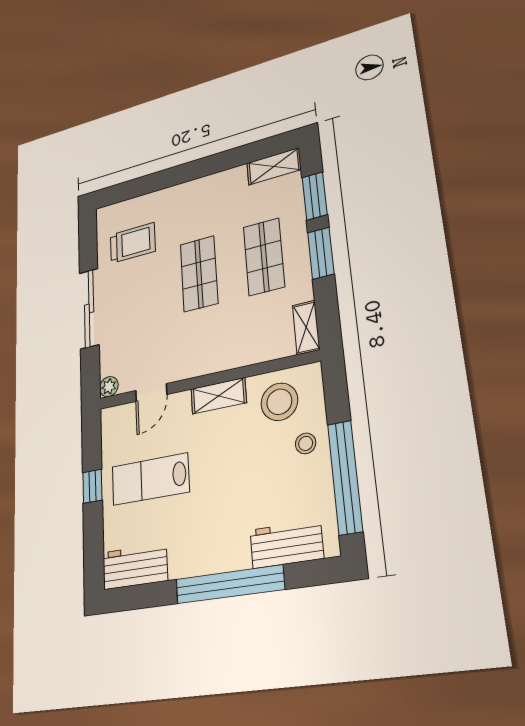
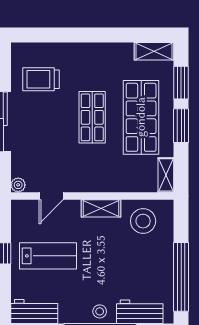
trolley: (133, 243) -> (41, 79), turned 180
shop shelf: (264, 257) -> (141, 117), width x1.43, depth x1.36
stool: (306, 443) -> (100, 311), moved
lab bench: (150, 479) -> (48, 256), turned 180

